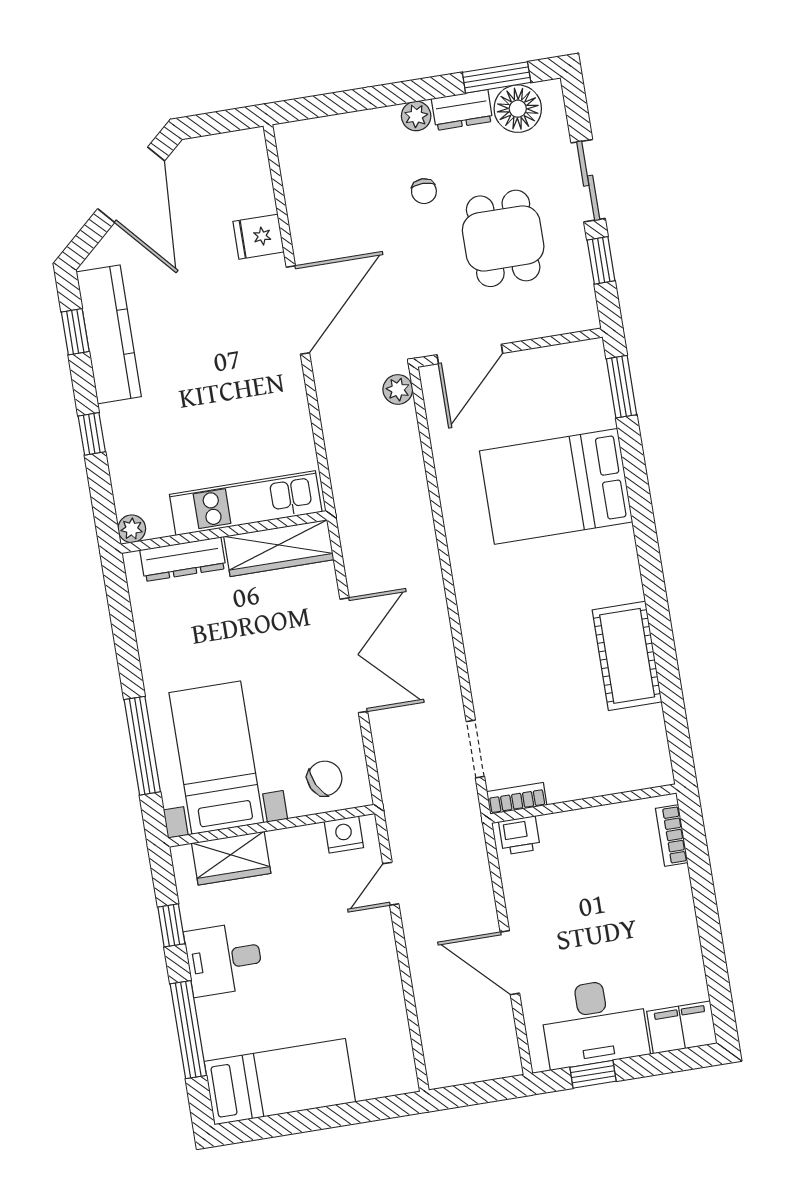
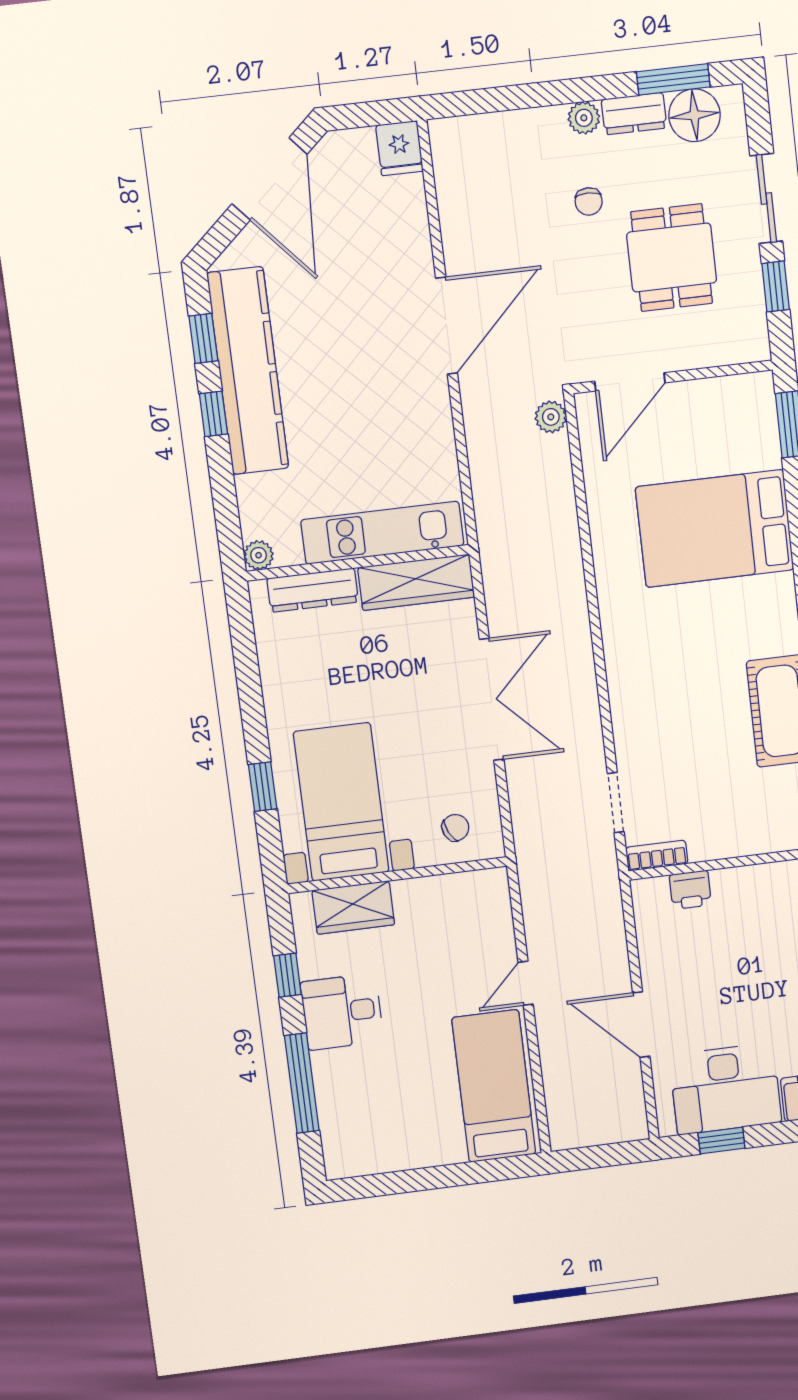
fridge: (259, 237) -> (399, 148), moved, turned -90
kitchen counter: (109, 334) -> (248, 371), width x1.39, depth x1.17
window: (92, 434) -> (213, 414), moved
window: (142, 746) -> (263, 787), width x0.46
chair: (325, 778) -> (455, 828), width x0.73, depth x0.73
nightstand: (344, 834) -> (473, 887), removed
printer: (519, 835) -> (690, 890), moved
door: (391, 884) -> (526, 983), moved
bed: (280, 1082) -> (494, 1086), moved, turned -90

